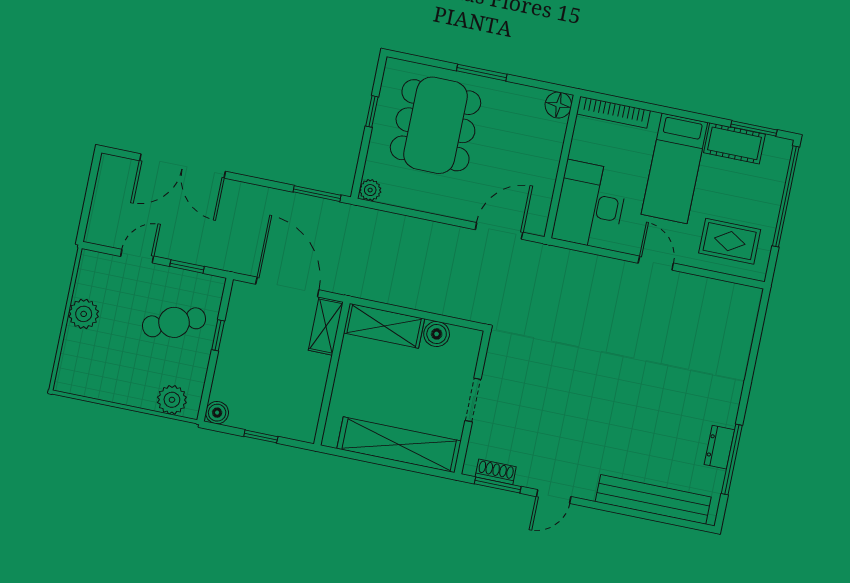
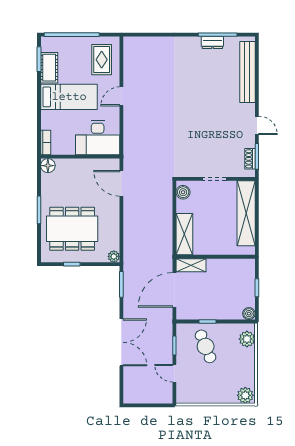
bookcase: (613, 112) -> (46, 143), width x0.64
double door: (183, 166) -> (121, 342), moved
plant: (84, 314) -> (245, 395), moved
boiler: (437, 334) -> (183, 192), moved

